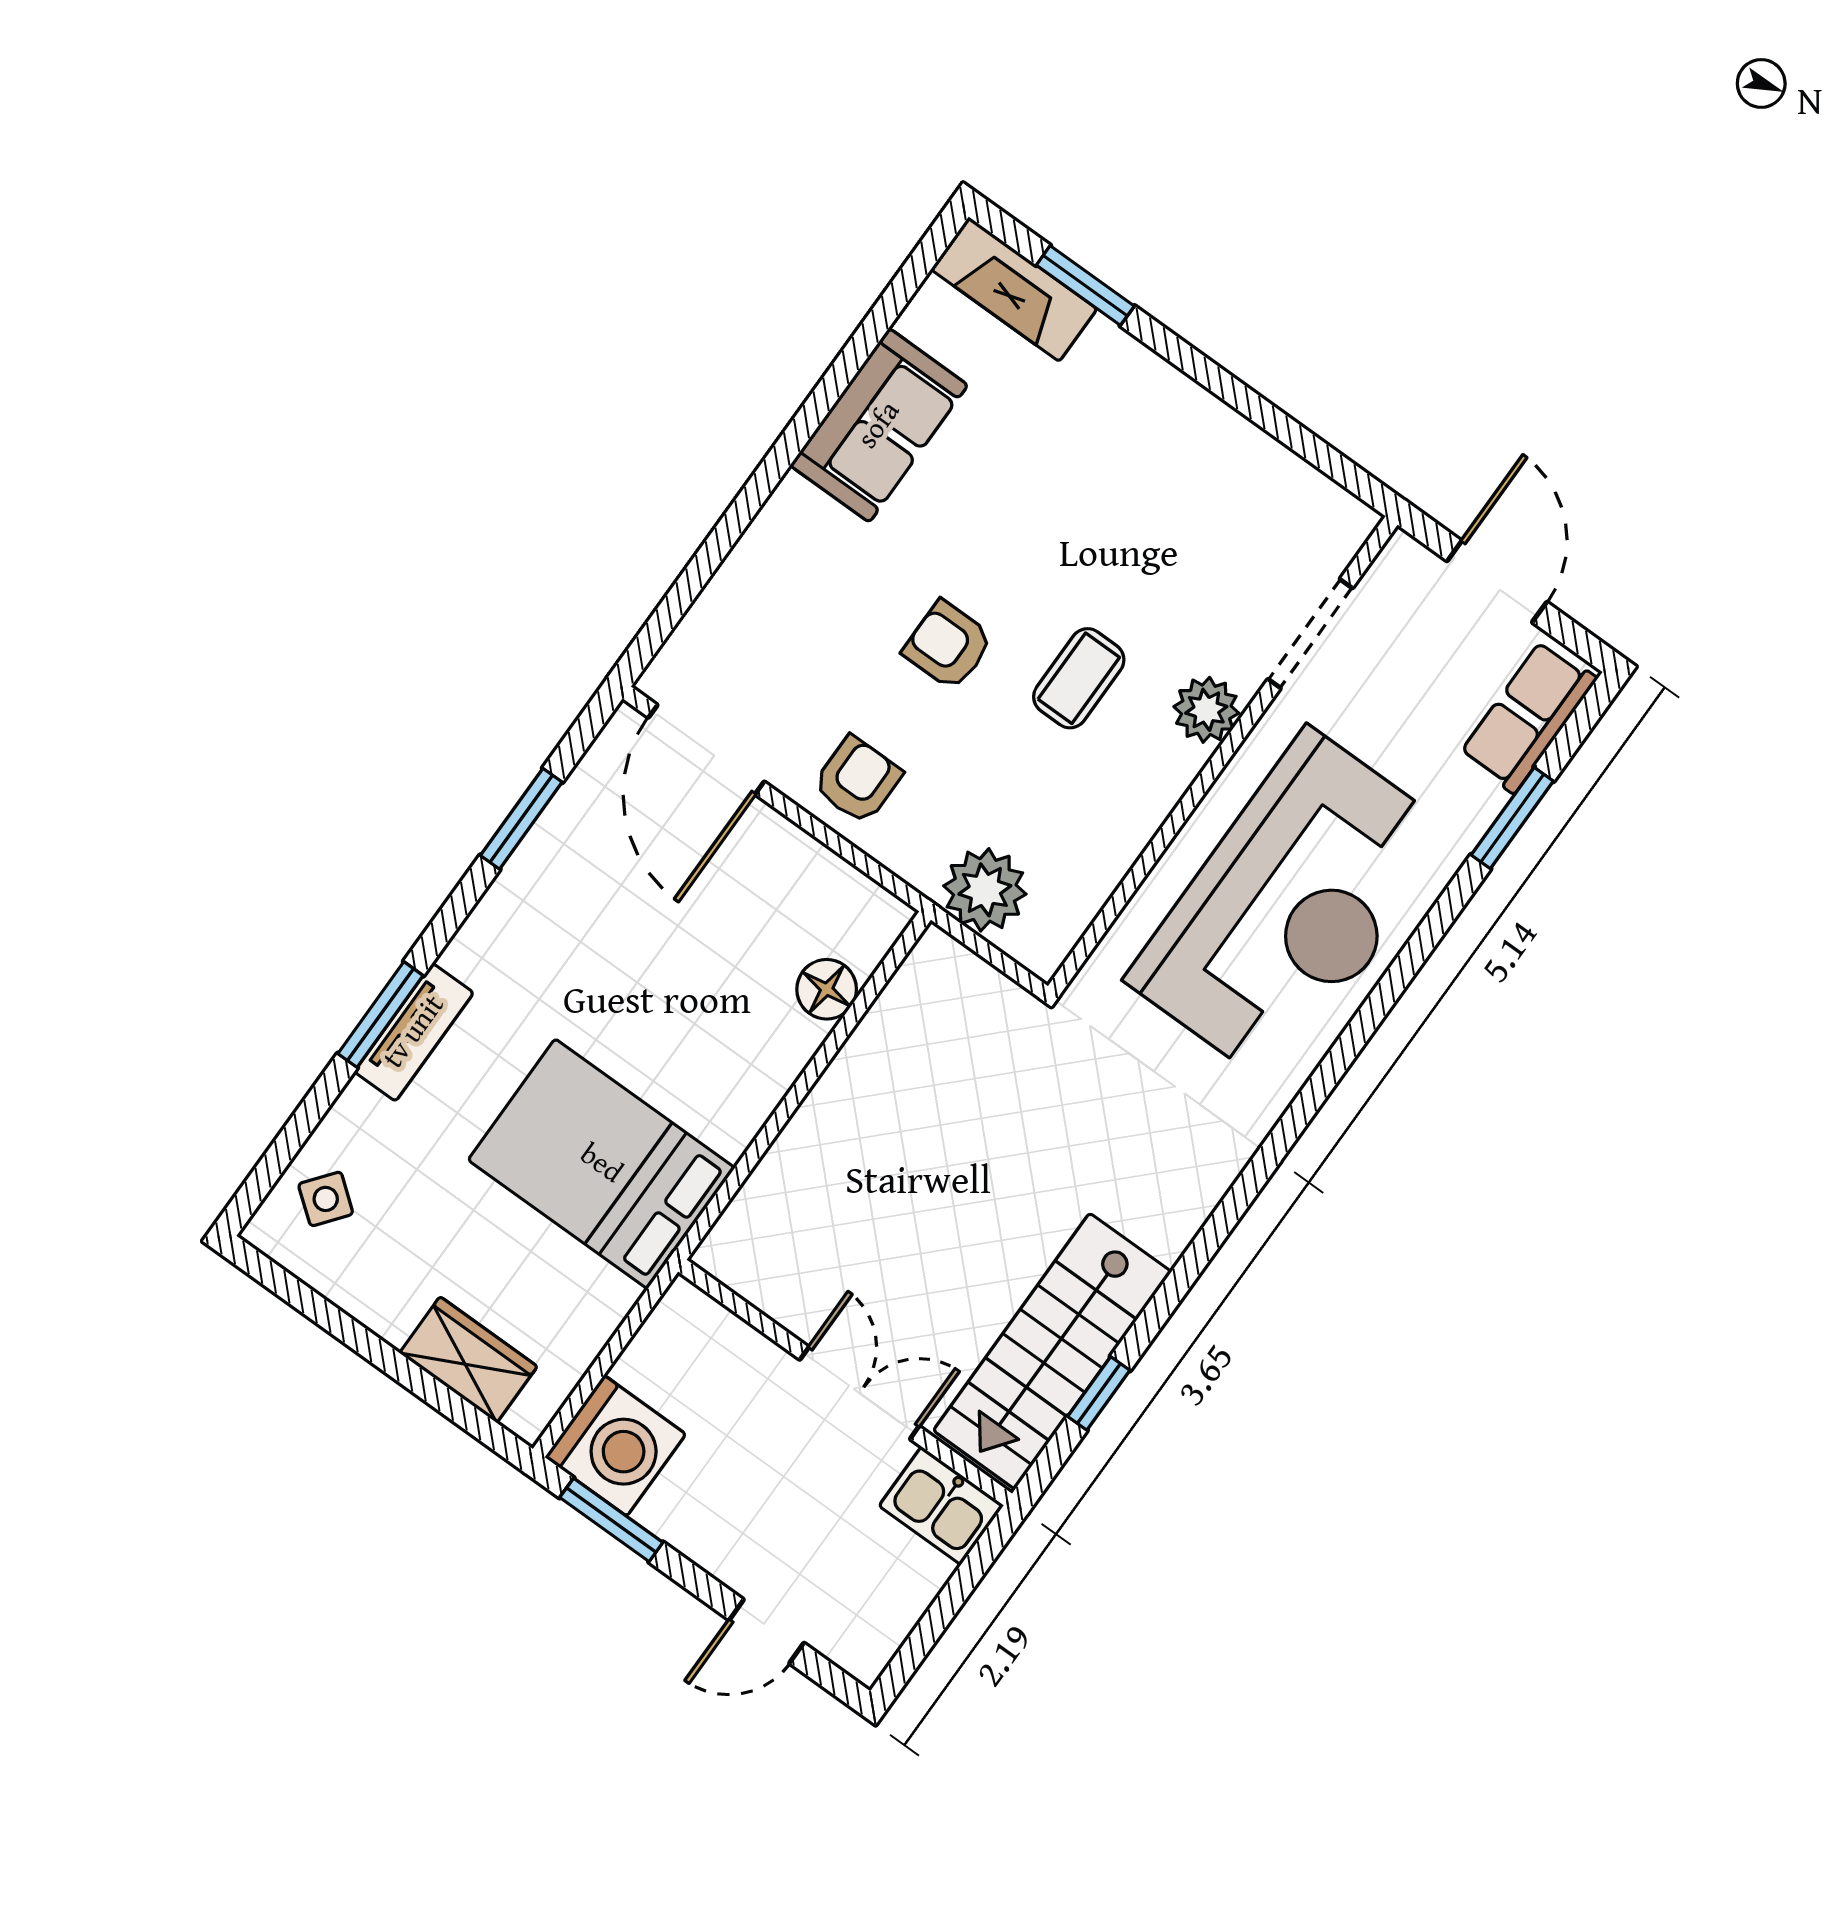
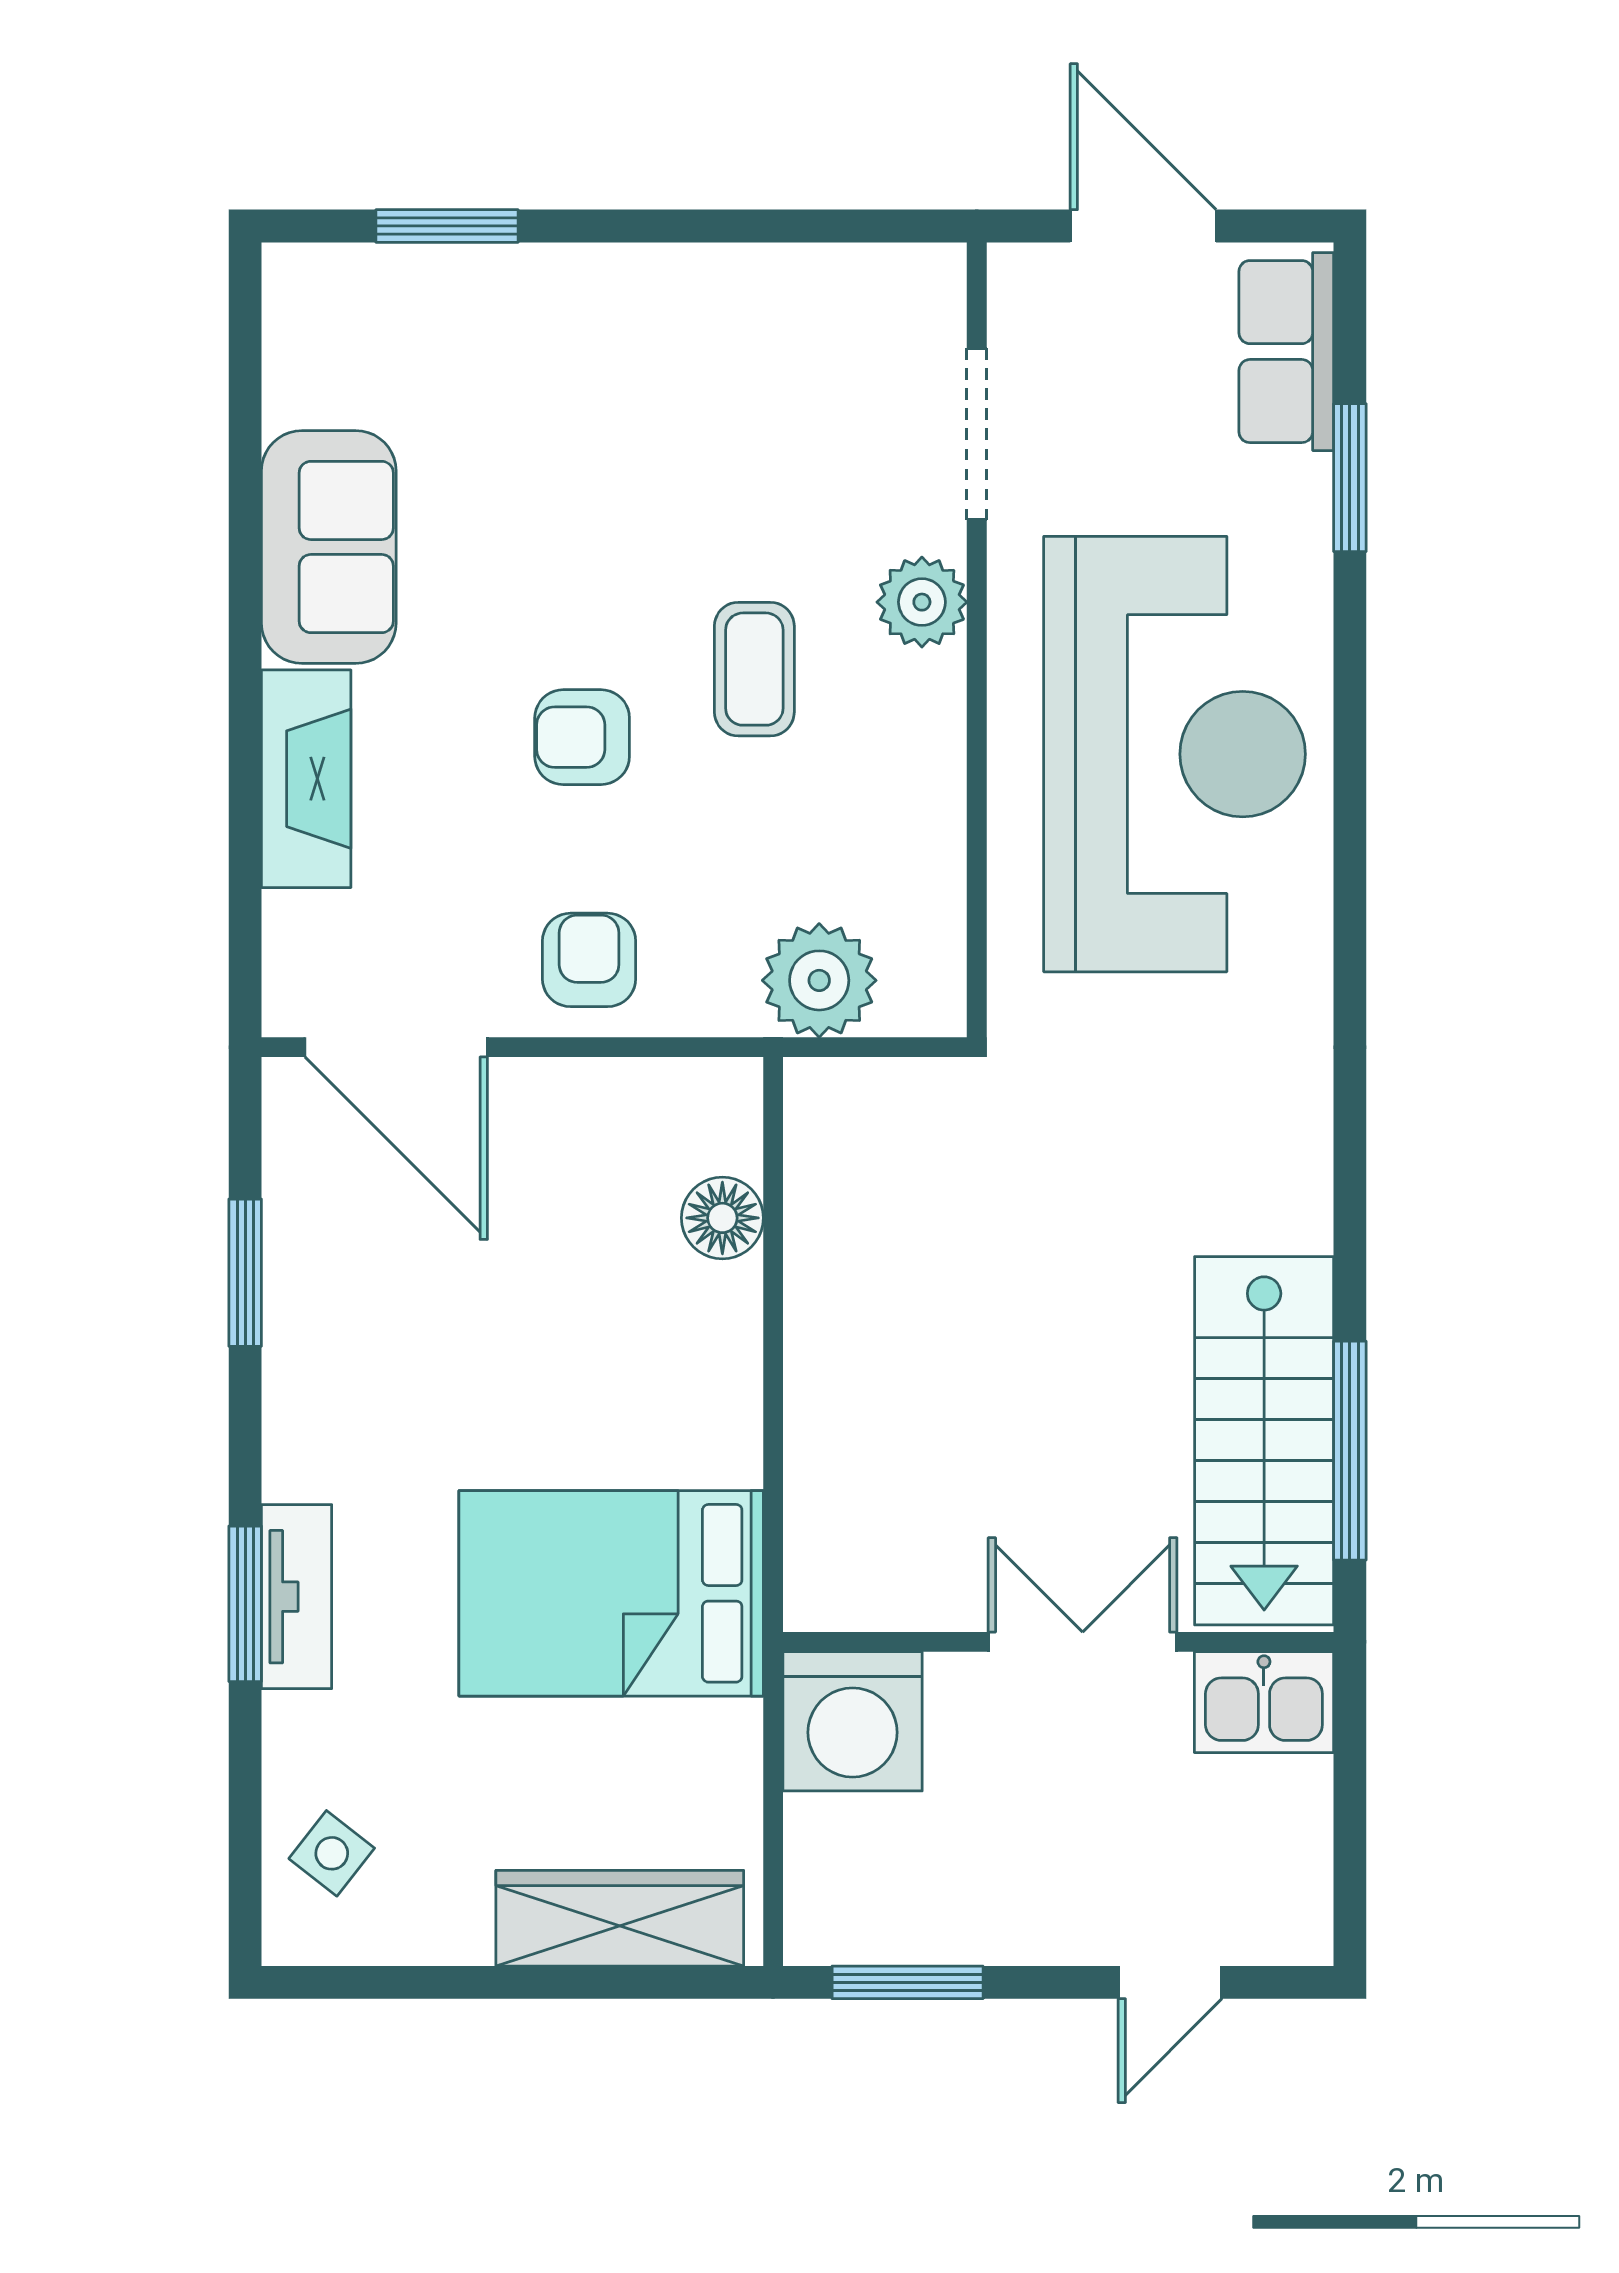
fireplace: (1014, 289) -> (306, 779), moved, turned -90
wardrobe: (468, 1360) -> (620, 1918), width x1.50
window: (1099, 1393) -> (1350, 1451), width x2.17
washing machine: (615, 1446) -> (853, 1721), moved, turned 90

